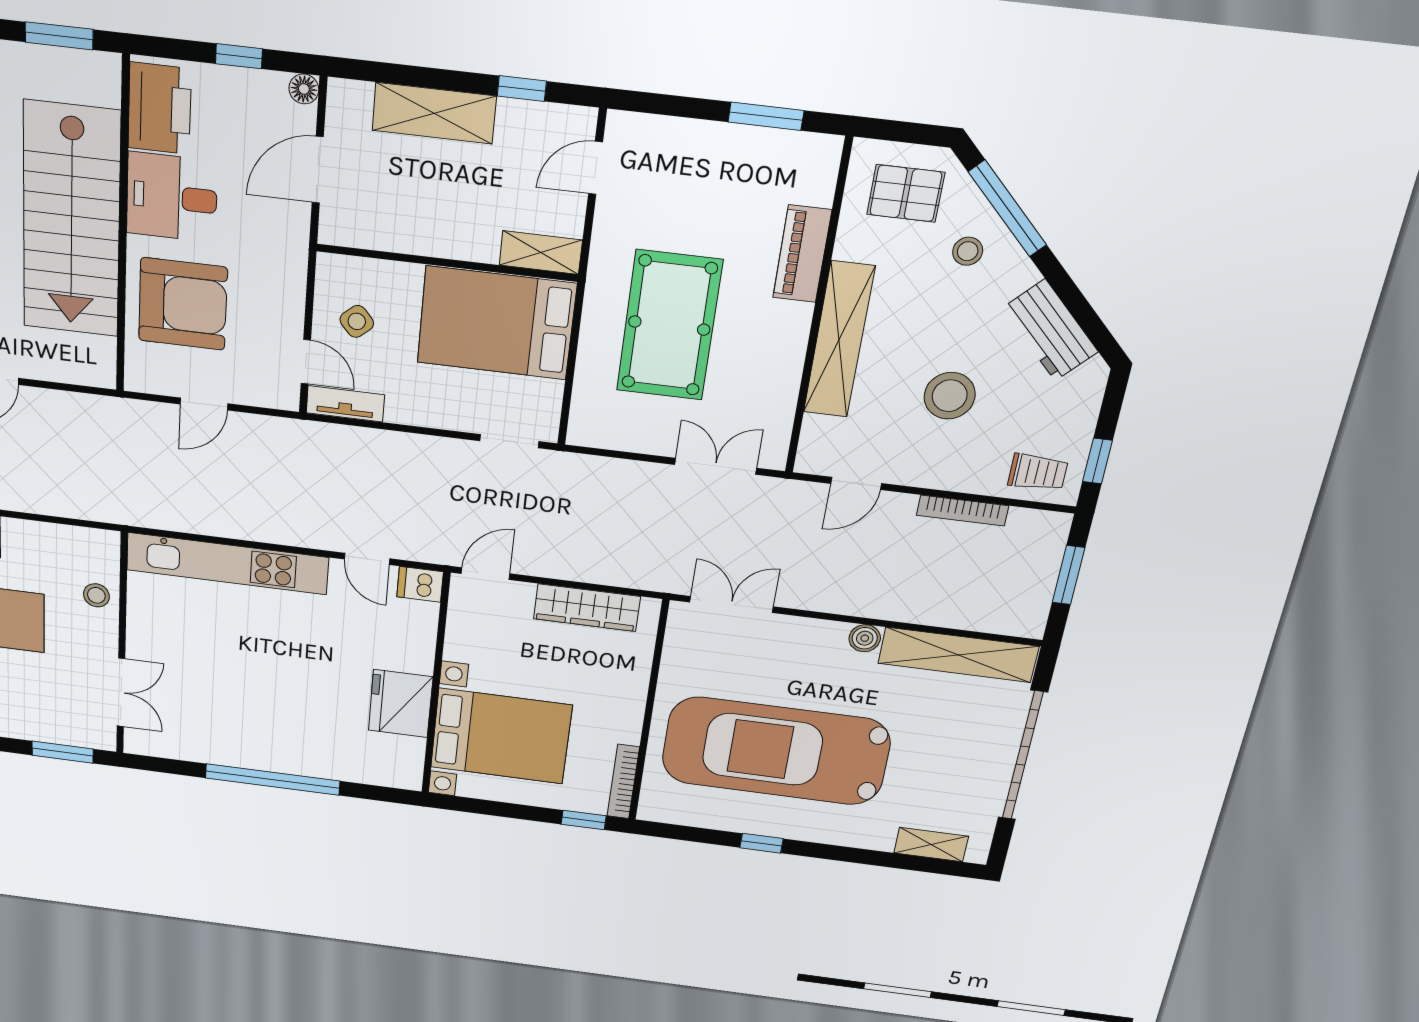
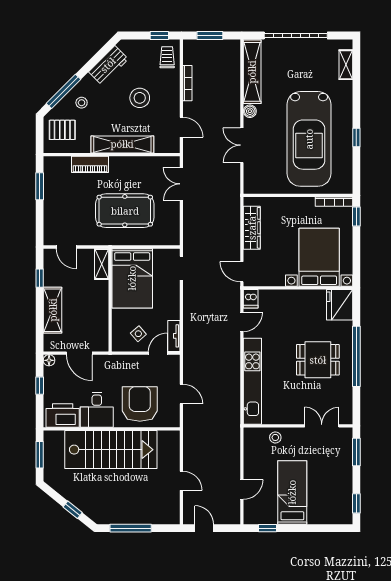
pallet: (906, 193) -> (62, 130), turned 90
double door: (732, 604) -> (242, 145), moved
dining table: (269, 704) -> (318, 360), added
fridge: (401, 704) -> (340, 305), moved, turned 90

